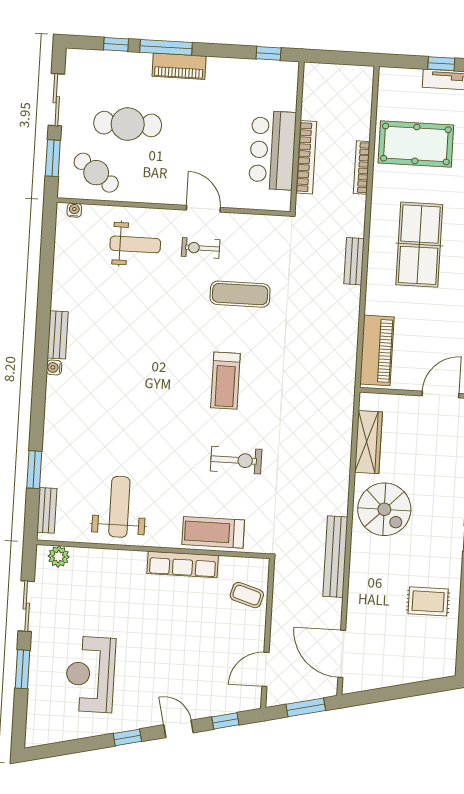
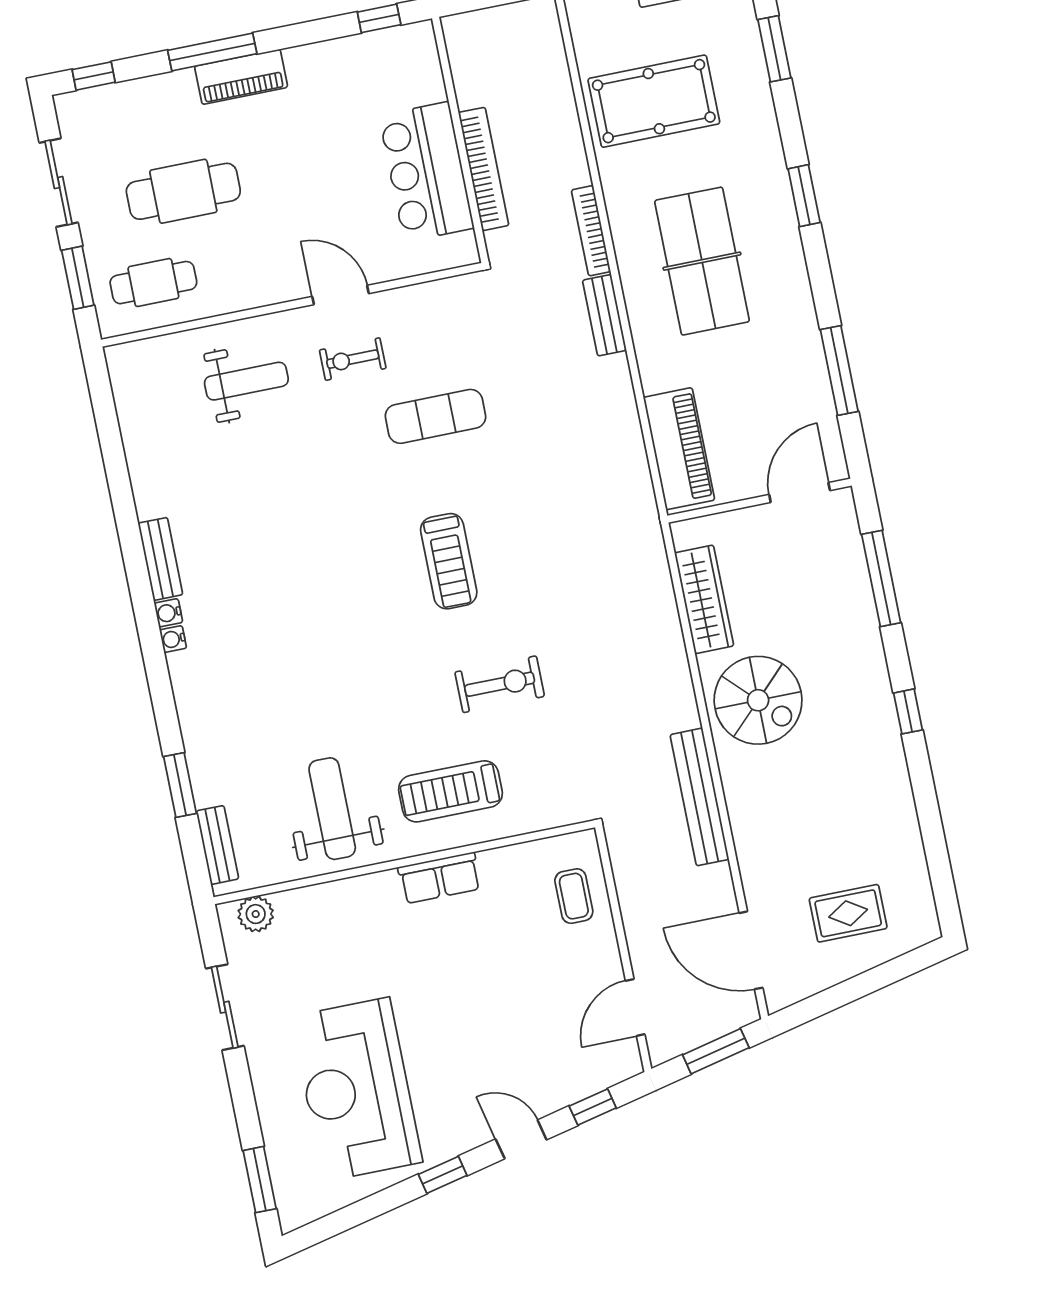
window: (116, 44) -> (94, 76), moved
bookcase: (362, 168) -> (591, 231), moved
cafe table: (96, 173) -> (153, 283), turned -36
water cooler: (74, 210) -> (173, 639), moved, turned -90
treadmill: (213, 532) -> (450, 791), moved
row of seats: (183, 564) -> (440, 878), width x0.68
coffee table: (247, 595) -> (574, 896), turned 73
rug: (428, 601) -> (848, 913), moved
window: (22, 669) -> (260, 1180), moved
reception desk: (90, 674) -> (357, 1089), width x1.36, depth x1.30

